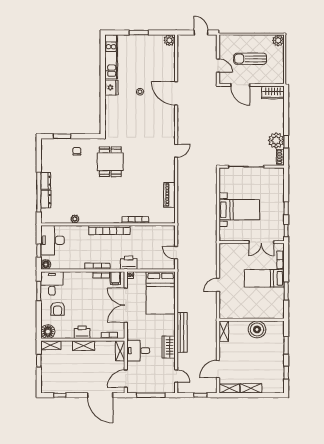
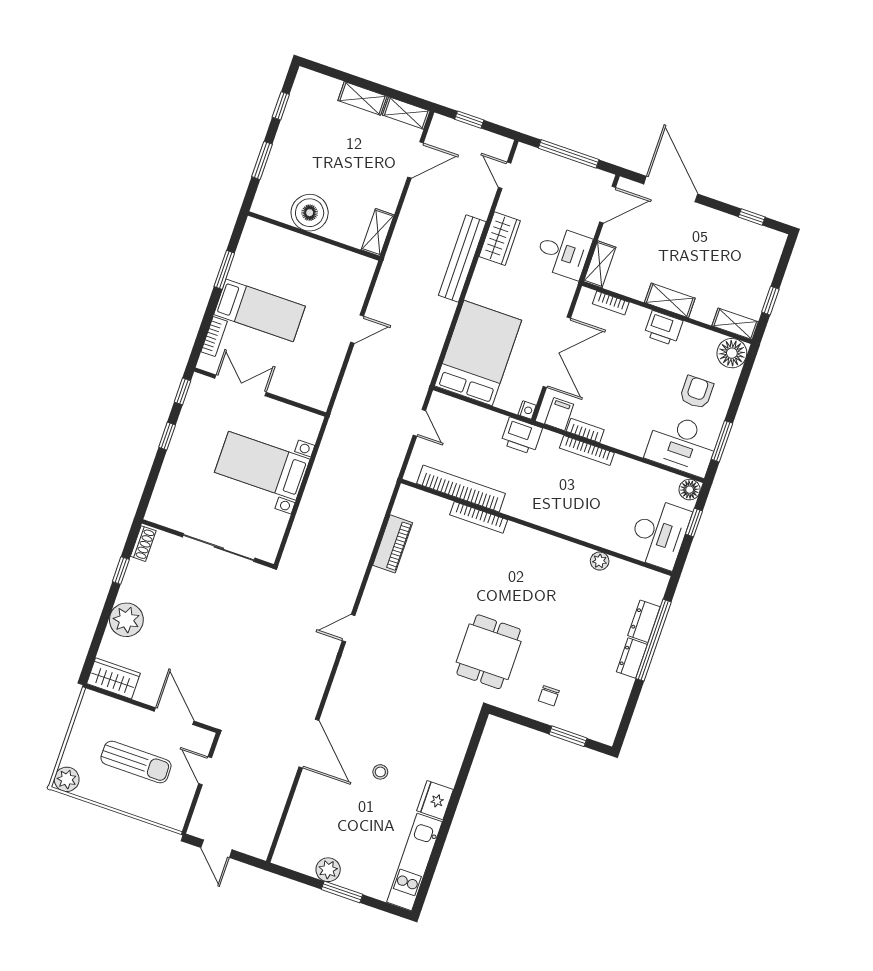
plant: (169, 40) -> (328, 870), moved
plant: (276, 140) -> (126, 620), moved
bookcase: (109, 230) -> (461, 489), moved
desk: (52, 283) -> (682, 445), width x1.37

